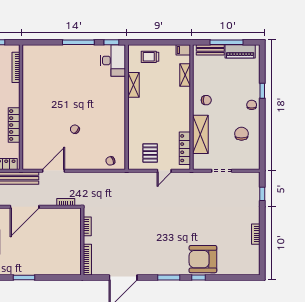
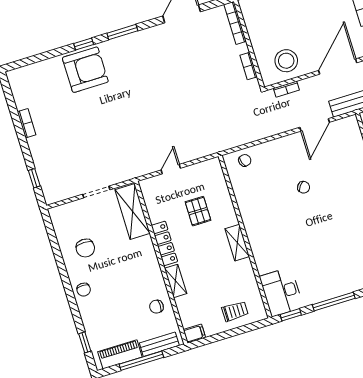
shelving: (185, 75) -> (176, 281), moved
shelving: (134, 85) -> (237, 243), moved
window: (262, 91) -> (85, 342), moved
chair: (206, 100) -> (156, 307), moved
shelving: (200, 134) -> (133, 211), moved
locker: (185, 148) -> (164, 243), moved
pallet: (150, 153) -> (198, 211), moved
stool: (60, 222) -> (286, 61), added

